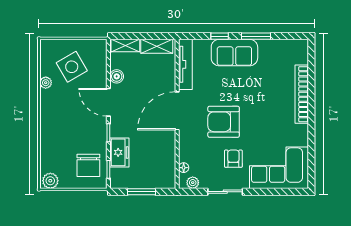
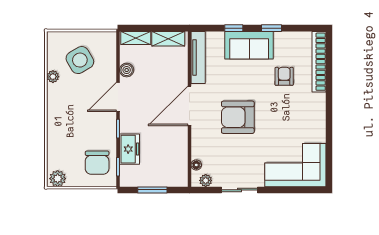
window: (256, 36) -> (272, 28), width x0.67
bookcase: (302, 94) -> (319, 62), moved
door: (108, 102) -> (118, 97), hinge flipped
armchair: (233, 159) -> (284, 76), moved

